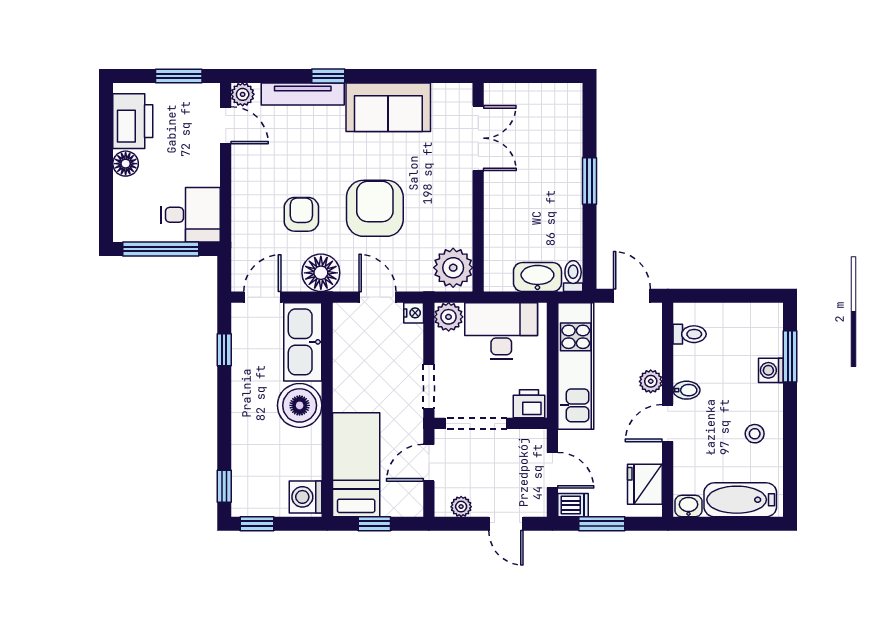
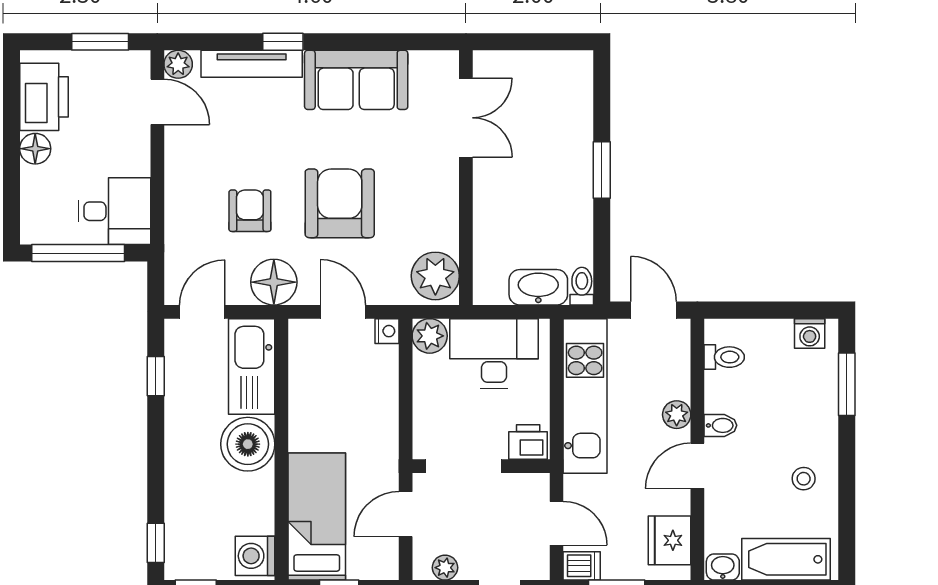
washing machine: (771, 370) -> (810, 333), moved, turned -90
doorway: (429, 387) -> (406, 421), removed

